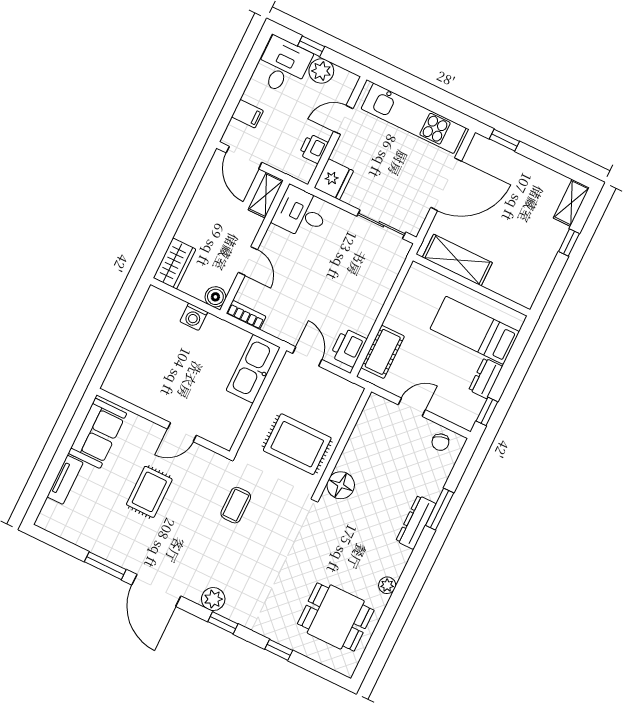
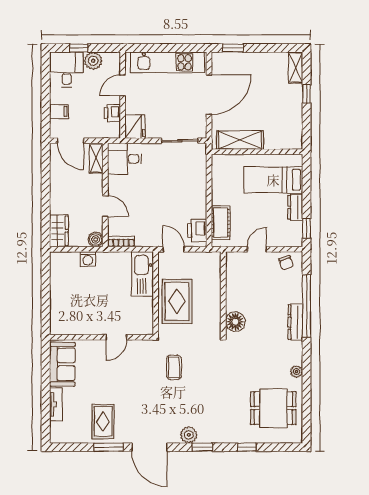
rug: (297, 444) -> (177, 301), moved, turned 90
rug: (149, 492) -> (103, 421), moved
window: (440, 509) -> (306, 306), width x2.11

